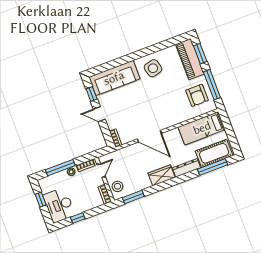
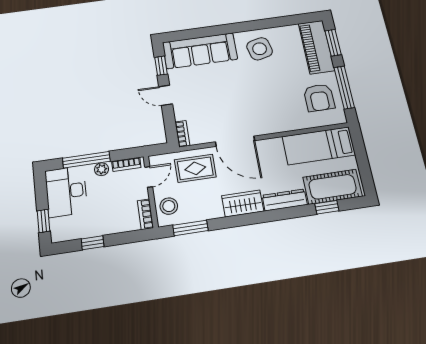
rug: (128, 159) -> (195, 168), added
window: (213, 167) -> (327, 207), width x0.46
window: (41, 200) -> (44, 221), moved
desk: (59, 205) -> (66, 191), moved

